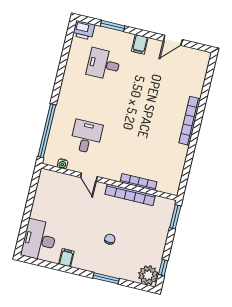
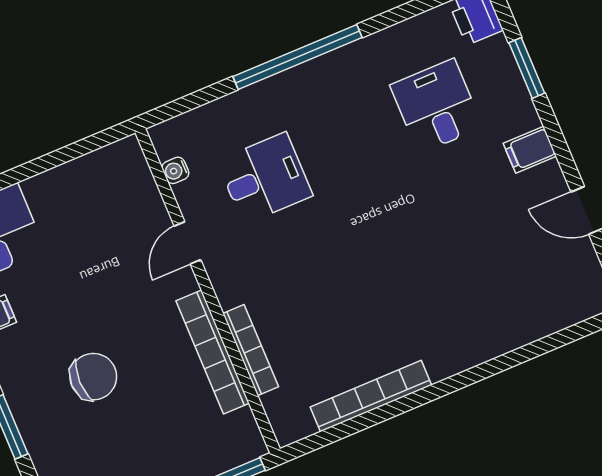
bookcase: (190, 121) -> (371, 396), moved
window: (47, 131) -> (298, 57), moved
chair: (110, 239) -> (93, 377), width x1.87, depth x1.87

